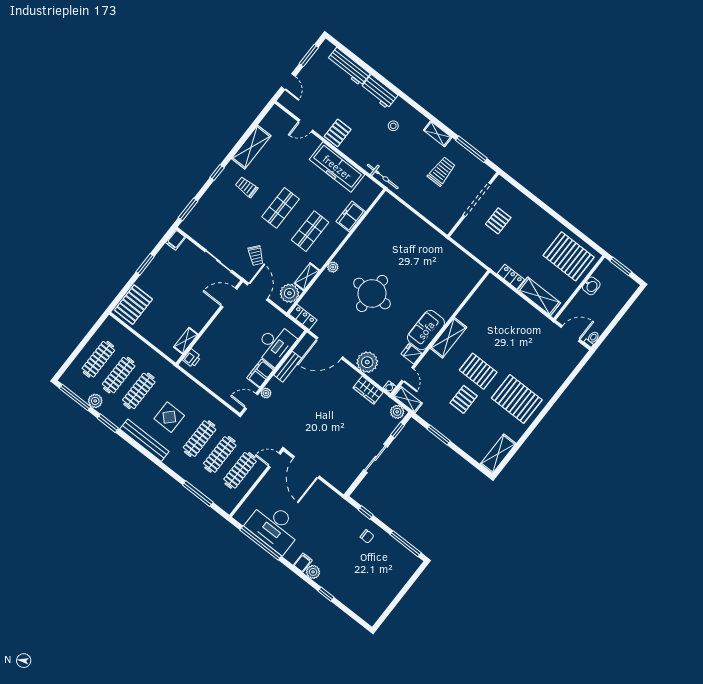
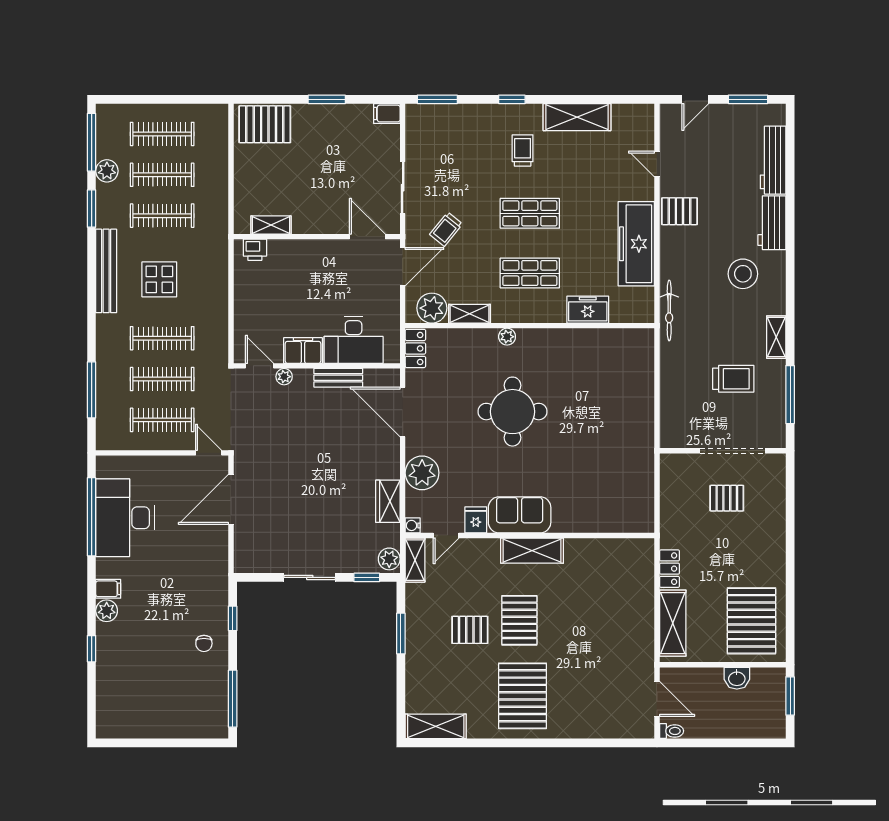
stool: (393, 126) -> (743, 274), width x1.89, depth x1.89

